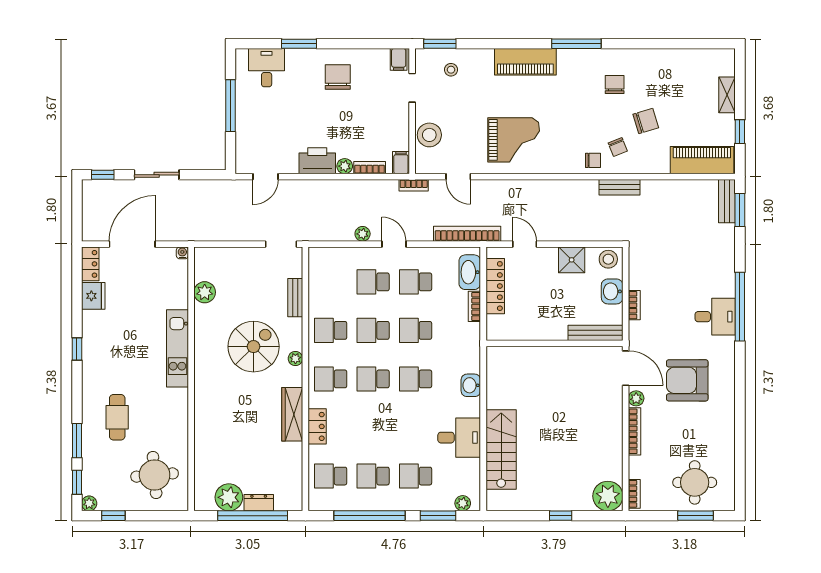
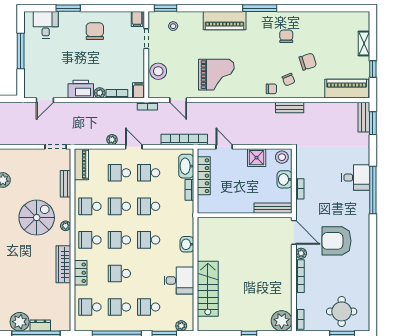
piano: (318, 270) -> (81, 164), added
desk: (715, 317) -> (356, 178), moved
school desk: (373, 427) -> (119, 273), added

